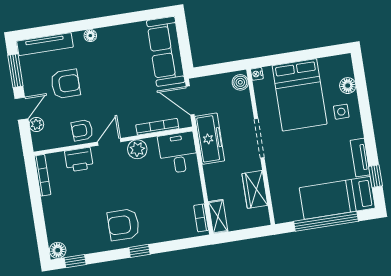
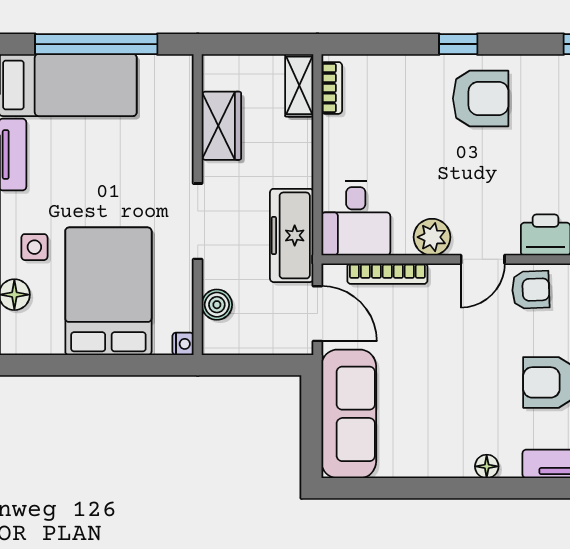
boiler: (240, 82) -> (217, 305), moved

